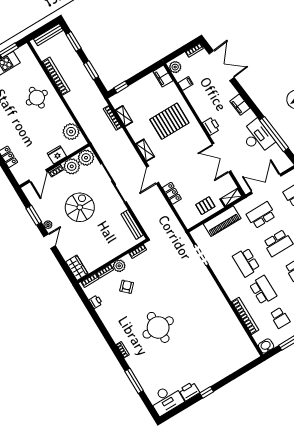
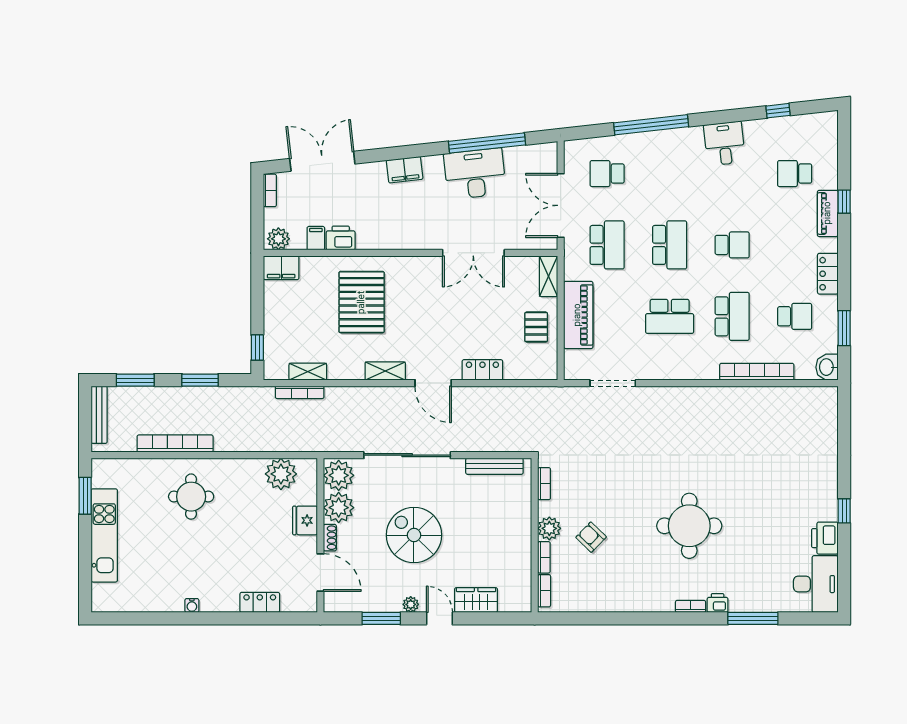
printer: (211, 126) -> (341, 238), moved
school desk: (261, 215) -> (607, 245), turned 180
wardrobe: (77, 268) -> (476, 600), moved
school desk: (263, 290) -> (732, 316), turned 90
printer: (96, 302) -> (718, 603), moved

